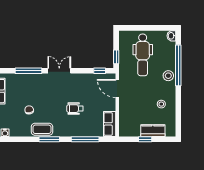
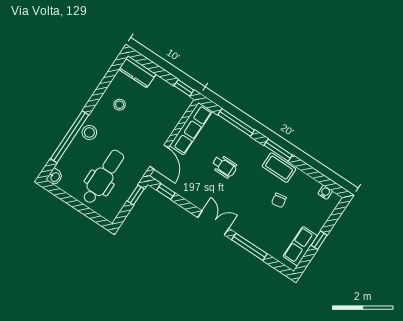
double door: (59, 71) -> (213, 223), swing flipped
row of seats: (110, 124) -> (191, 129), width x1.48
kitchen counter: (153, 131) -> (137, 72), moved
window: (145, 139) -> (184, 88), moved

